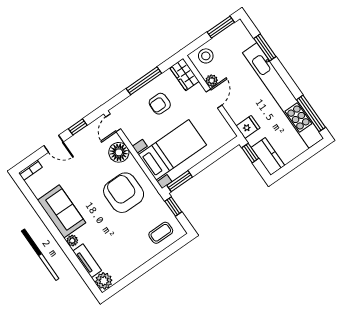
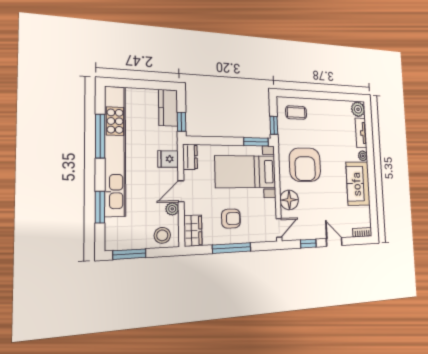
window: (311, 113) -> (100, 136), moved
fridge: (248, 127) -> (168, 159), moved
dresser: (225, 130) -> (190, 157), added

